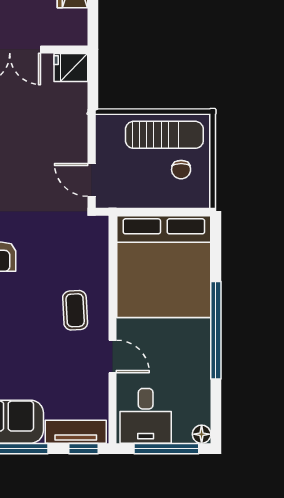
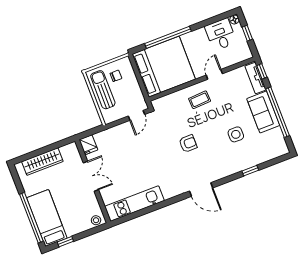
window: (216, 330) -> (168, 37), moved
desk: (146, 416) -> (221, 34), moved, turned -90
window: (166, 449) -> (247, 33), width x0.46

